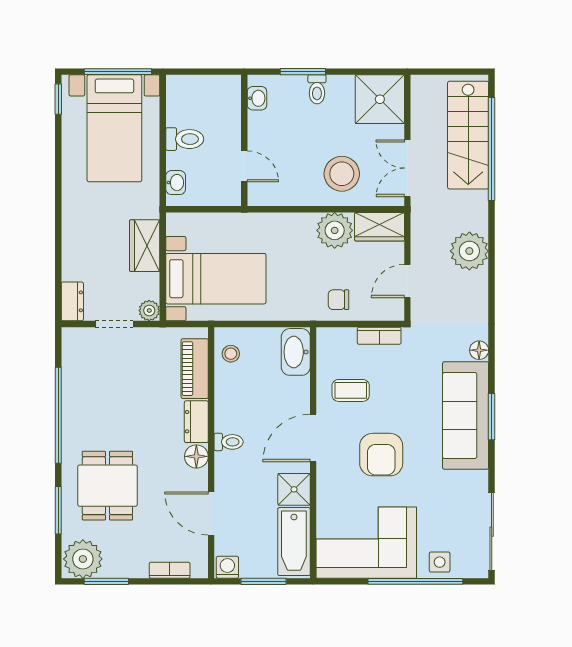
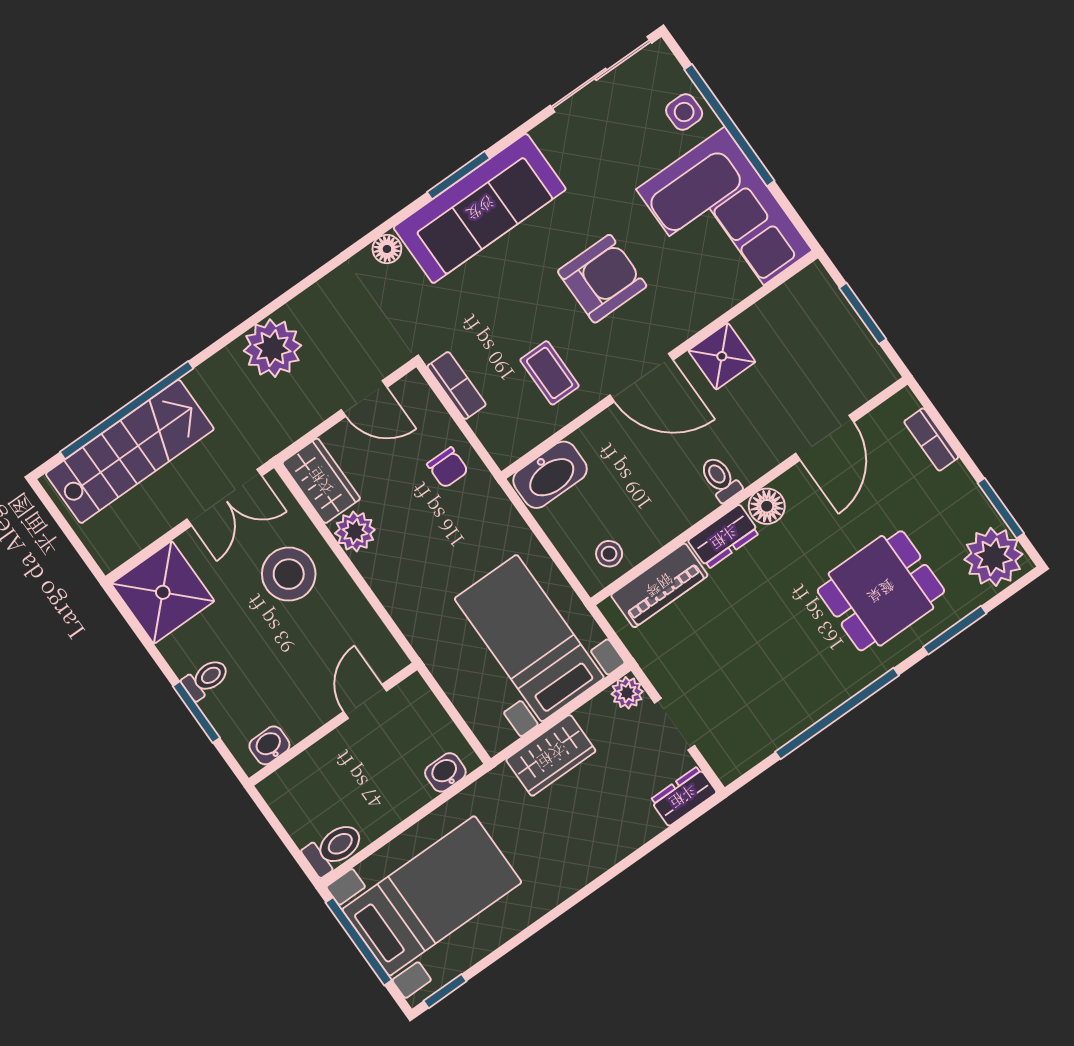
toilet: (185, 139) -> (334, 848), moved, turned 90
plant: (335, 230) -> (355, 531), width x0.73, depth x0.73
bathtub: (294, 542) -> (787, 311), removed
washing machine: (227, 567) -> (877, 370), removed

